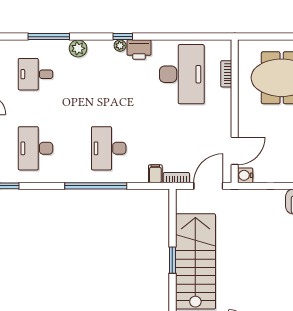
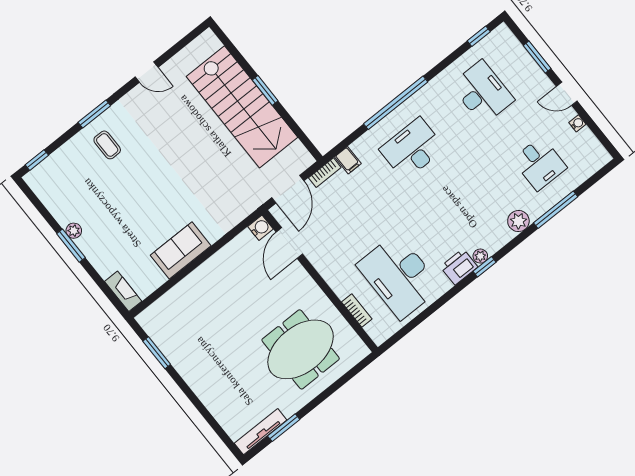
desk: (35, 74) -> (539, 164), turned 90
desk: (109, 148) -> (412, 149), turned -90

